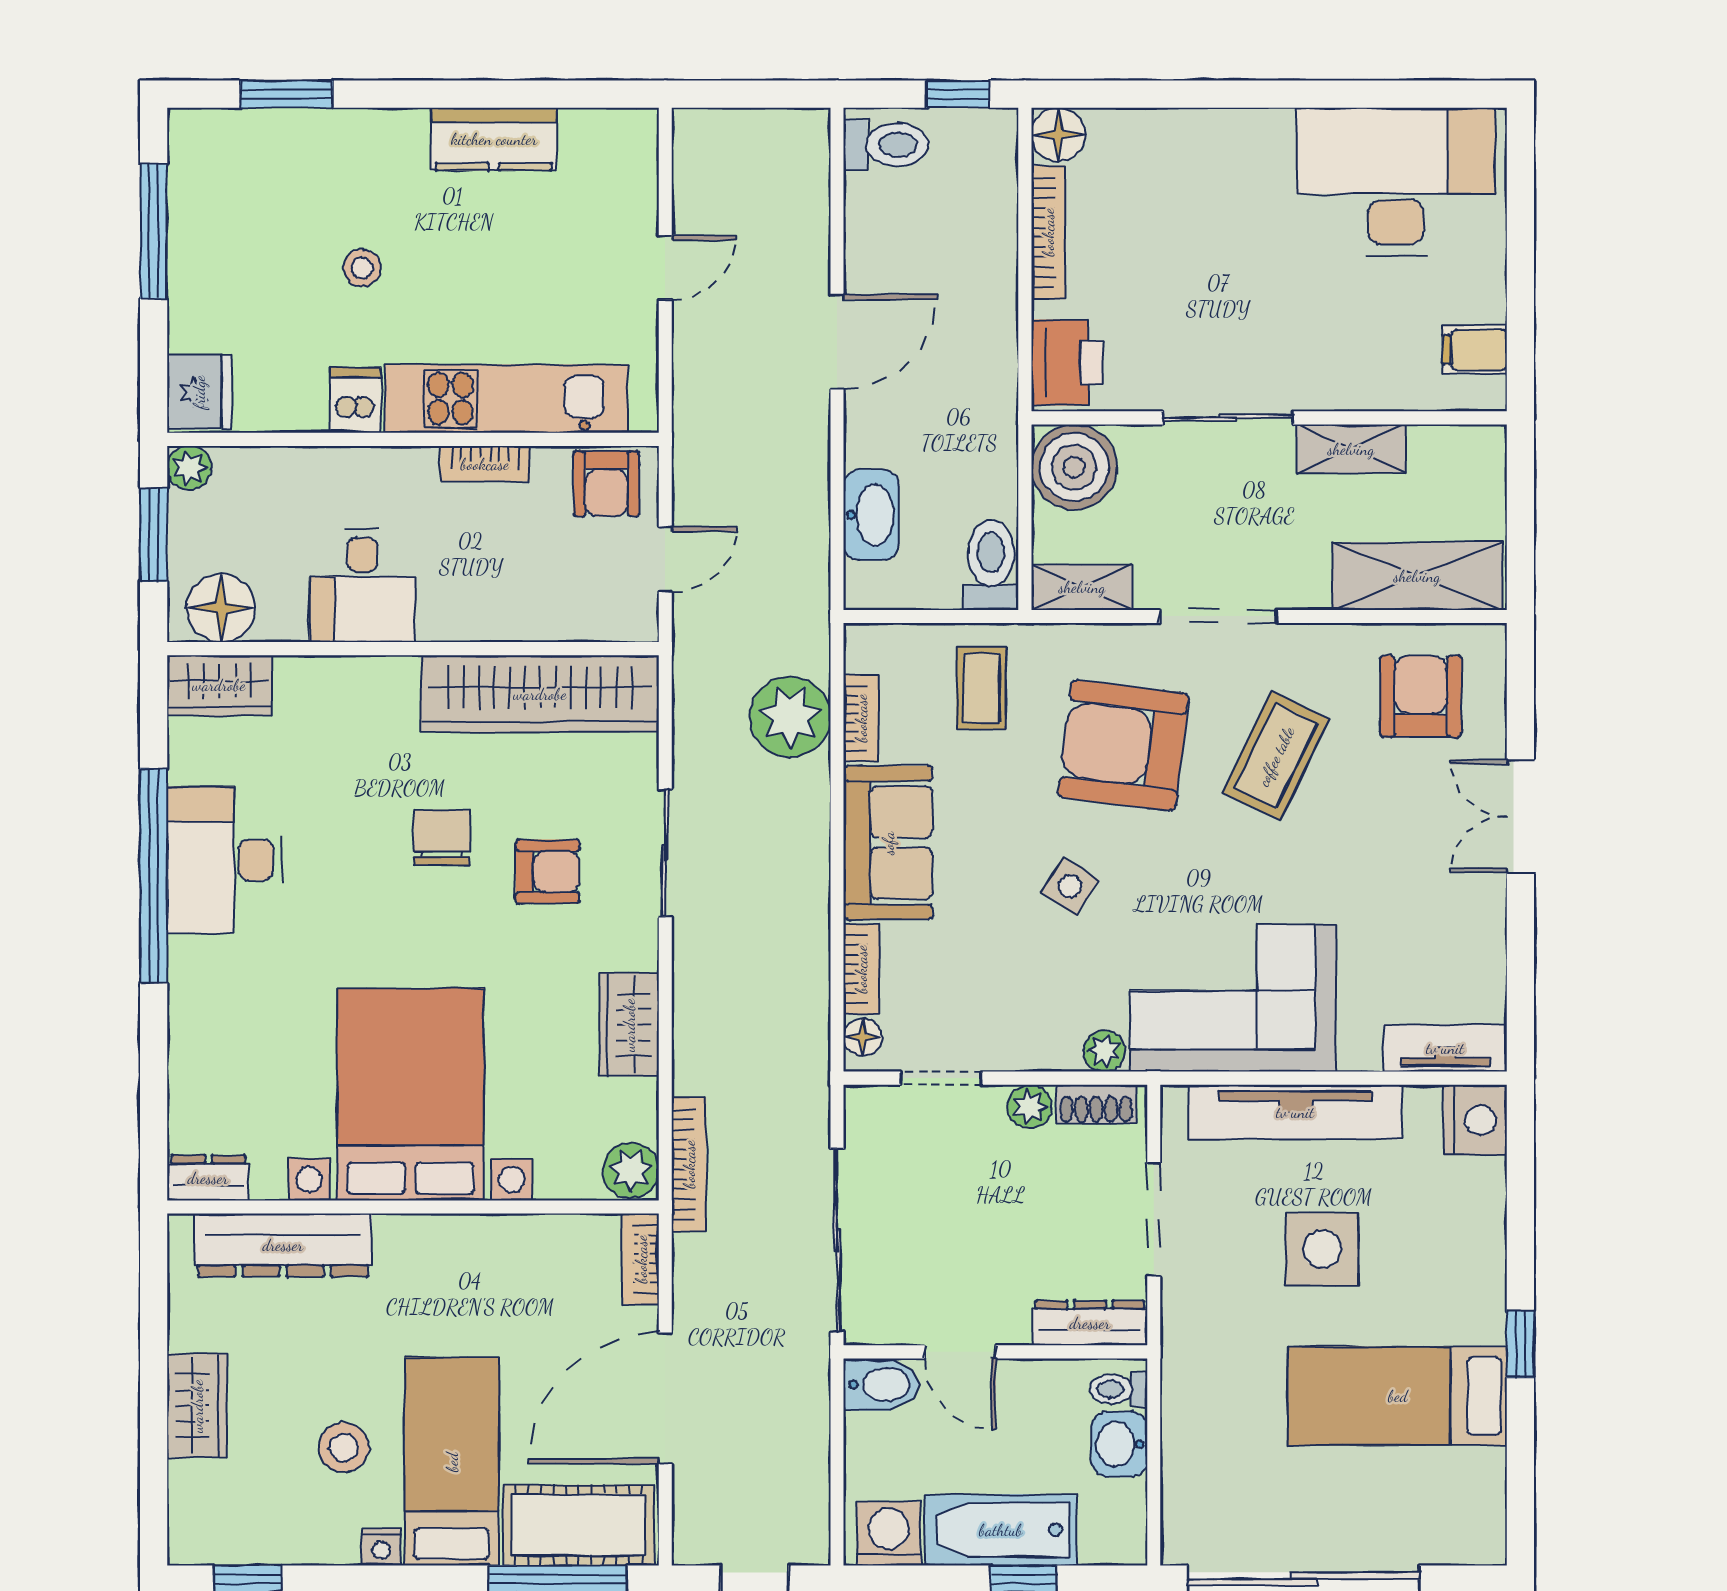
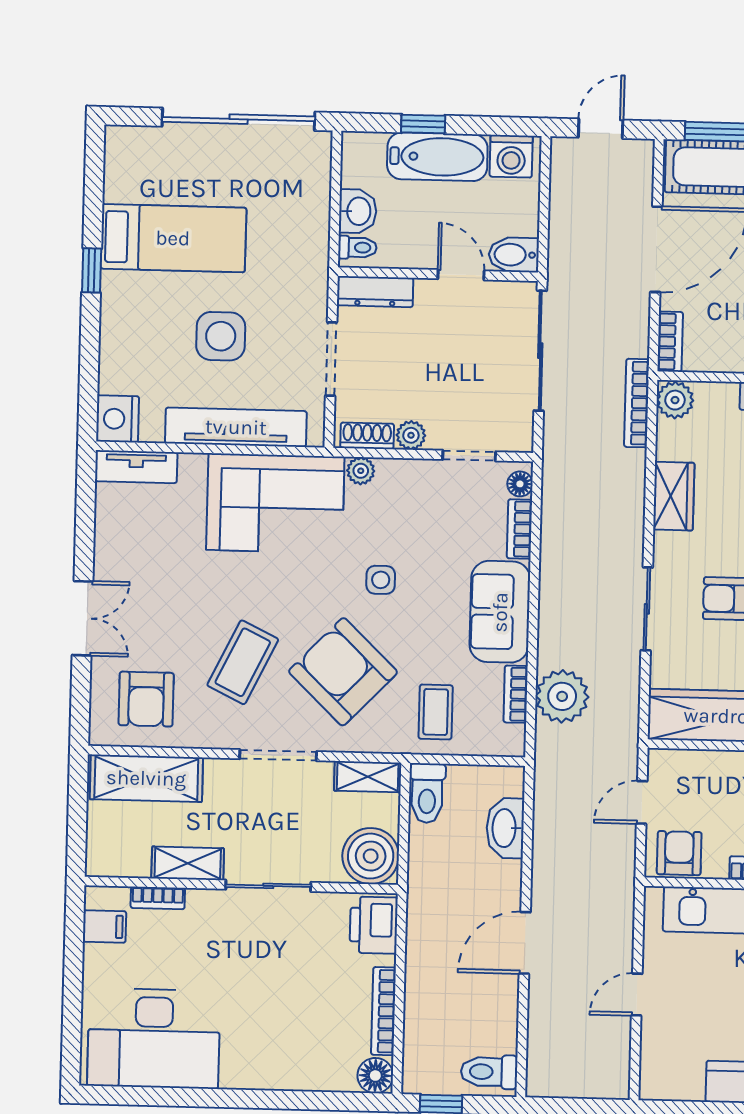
bookcase: (1395, 395) -> (158, 898), added
armchair: (1123, 745) -> (343, 672), turned -143
side table: (1070, 886) -> (381, 580), turned -34

